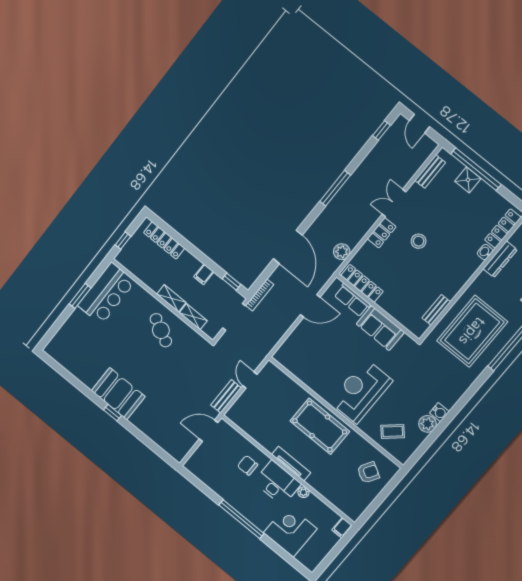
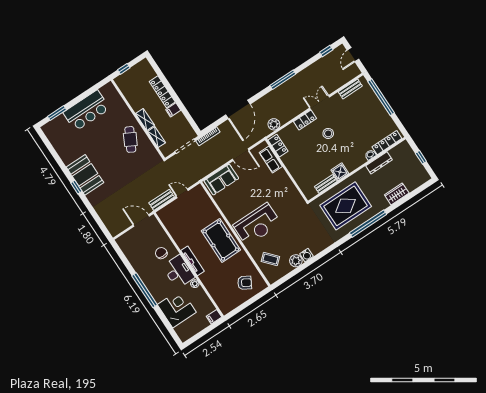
shower: (468, 180) -> (340, 172), moved
locker: (164, 240) -> (162, 92), moved
window: (231, 282) -> (191, 121), removed
locker: (362, 283) -> (278, 146), width x0.66
bar counter: (106, 293) -> (86, 111), moved
window: (80, 296) -> (57, 113), moved
sofa: (380, 328) -> (221, 180), moved, turned -90
door: (250, 380) -> (182, 193), hinge flipped
reception desk: (361, 391) -> (257, 224), turned 180

